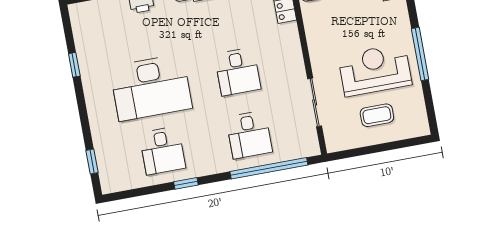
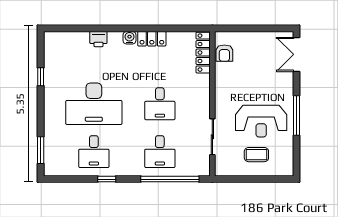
reception desk: (375, 70) -> (261, 121), turned 180
window: (92, 161) -> (41, 150), width x1.50

